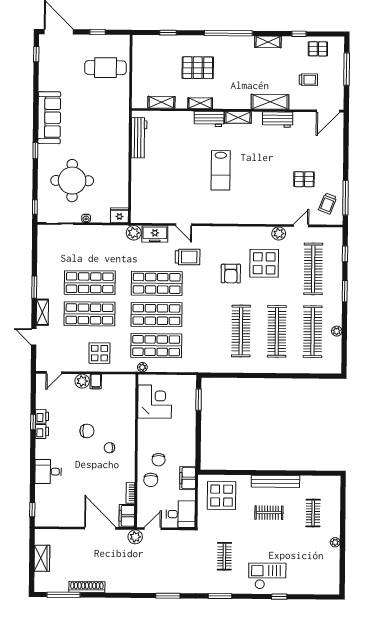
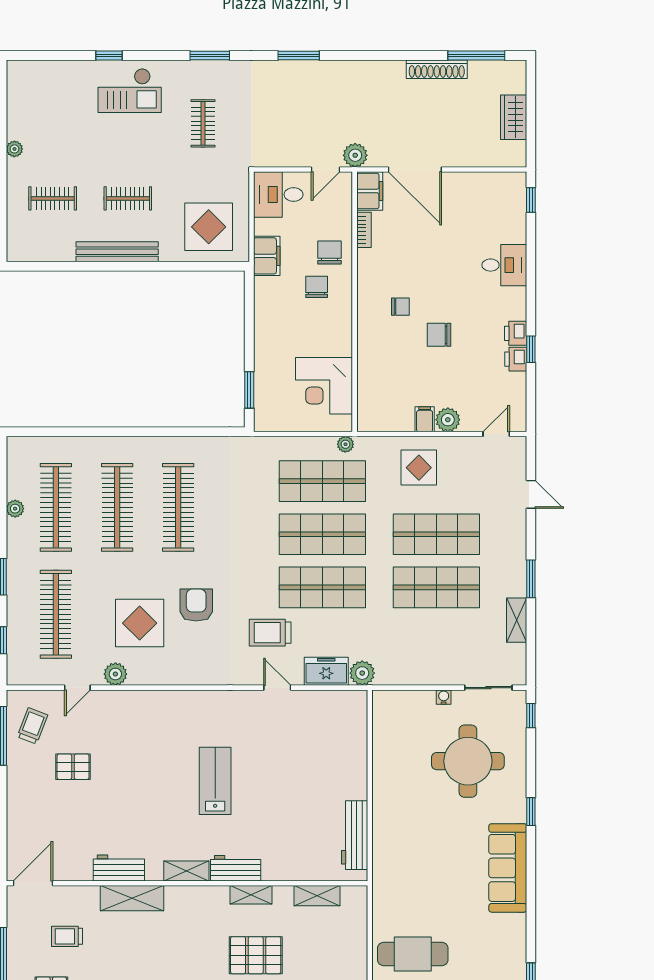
fridge: (119, 215) -> (387, 703), removed
shelving: (42, 312) -> (517, 620), moved
clothes rail: (313, 513) -> (53, 198), turned 90

